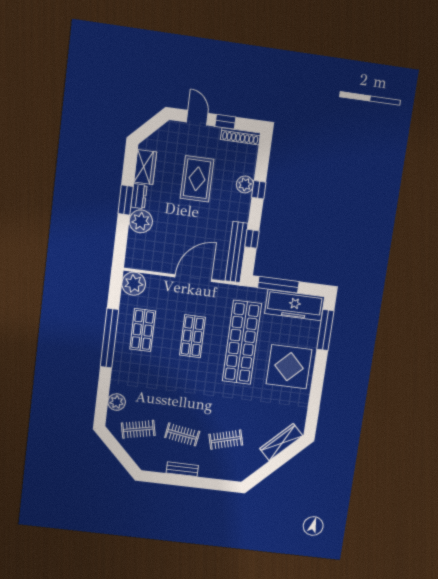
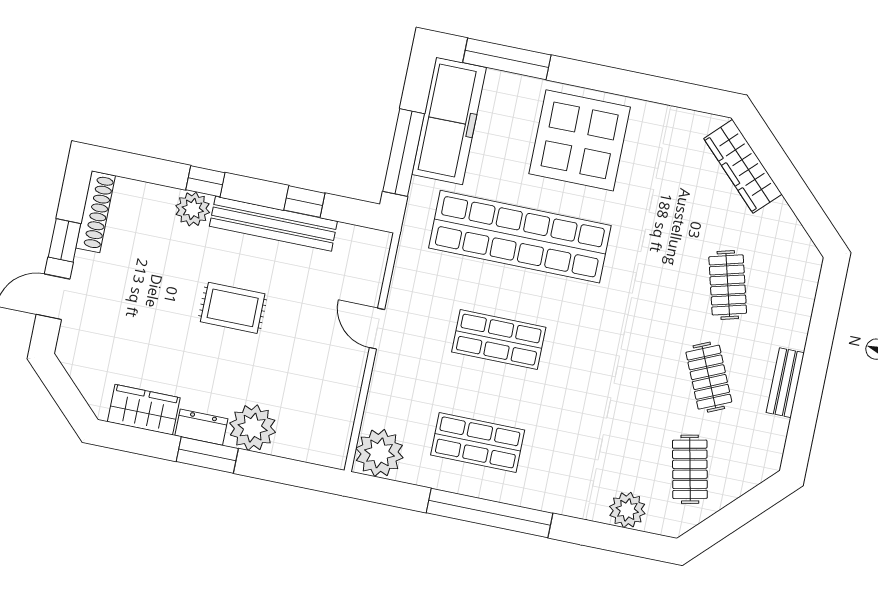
rug: (197, 179) -> (233, 308), moved, width x0.73, depth x0.70
bench: (237, 252) -> (273, 224), moved
door: (193, 278) -> (377, 329), width x0.53
clothes rail: (182, 434) -> (709, 377), turned -33

